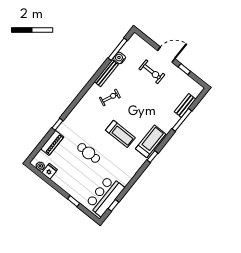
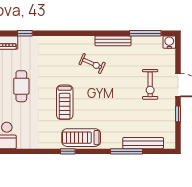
water cooler: (120, 58) -> (169, 42), moved
bench: (185, 105) -> (143, 143), width x1.36
treadmill: (151, 141) -> (81, 138), turned 180

